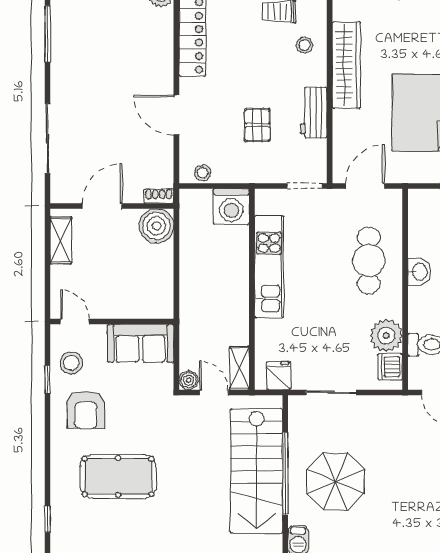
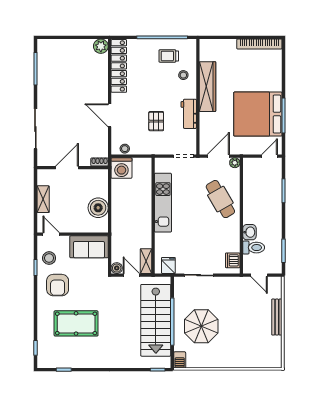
washing machine: (231, 207) -> (121, 168), moved
boiler: (156, 226) -> (98, 208), moved
shelving: (61, 240) -> (43, 199), moved
cafe table: (369, 260) -> (220, 199), turned -30
washbasin: (419, 272) -> (249, 232), moved
plant: (386, 336) -> (235, 163), moved, width x0.53, depth x0.53

